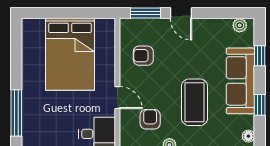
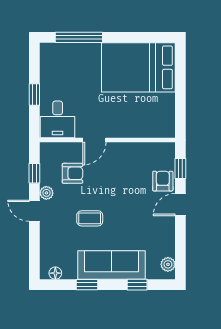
window: (145, 13) -> (180, 169), width x0.67
bed: (70, 54) -> (138, 67), moved
armchair: (143, 56) -> (163, 181), moved
coffee table: (195, 102) -> (90, 218), width x0.54, depth x0.58

